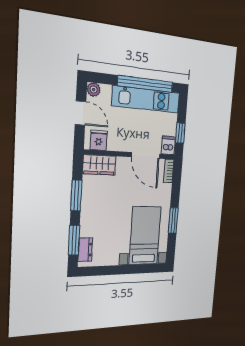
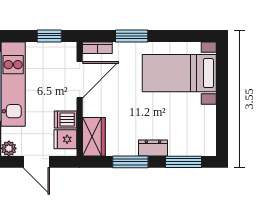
door: (81, 113) -> (36, 162), swing flipped
dishwasher: (168, 145) -> (66, 120), moved
window: (173, 221) -> (132, 36), moved
dresser: (85, 250) -> (153, 148), moved

